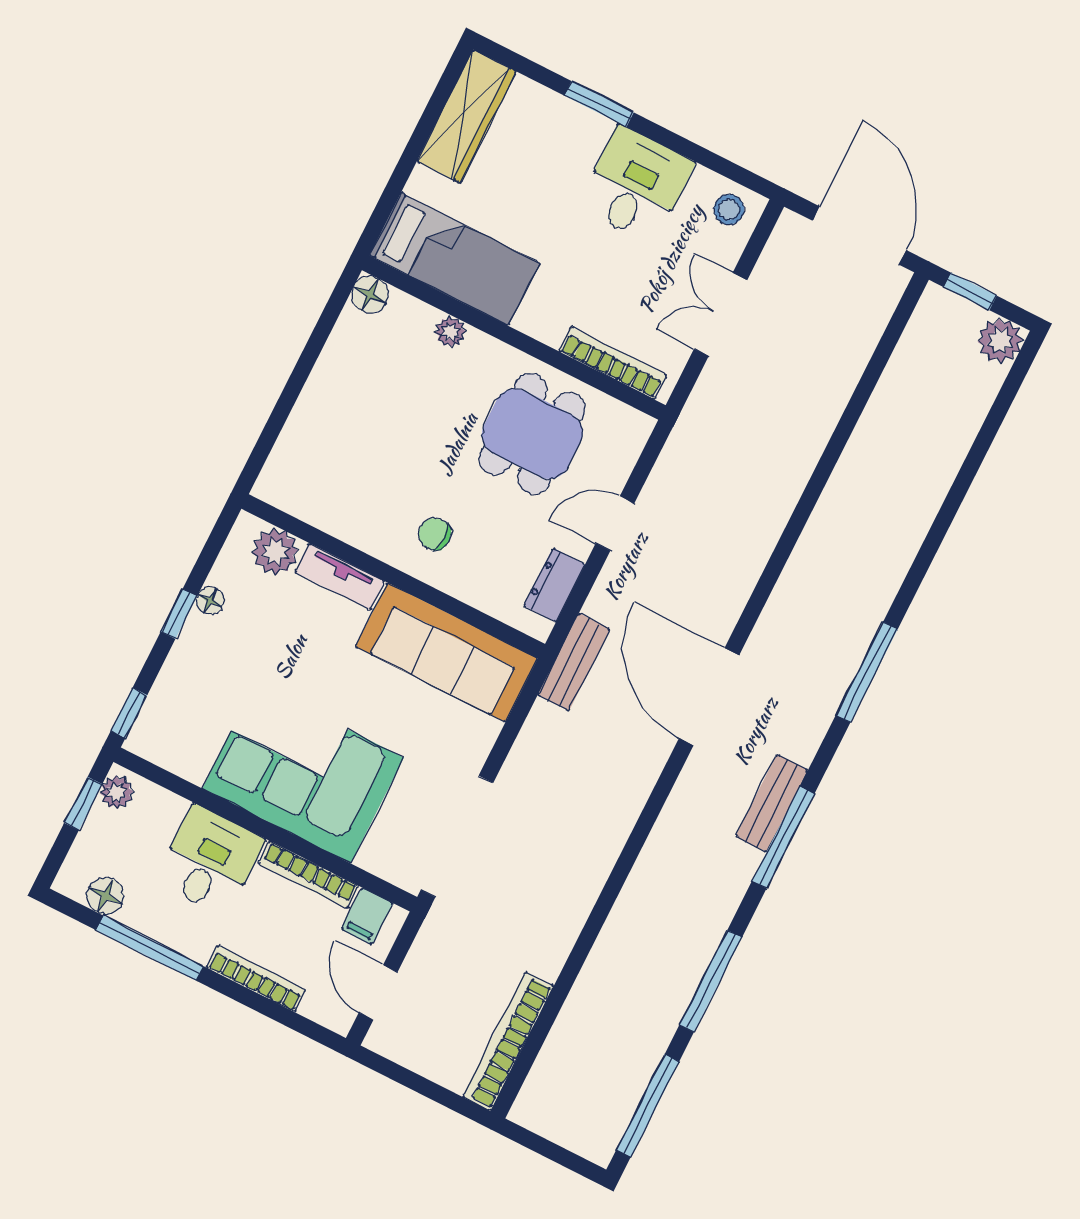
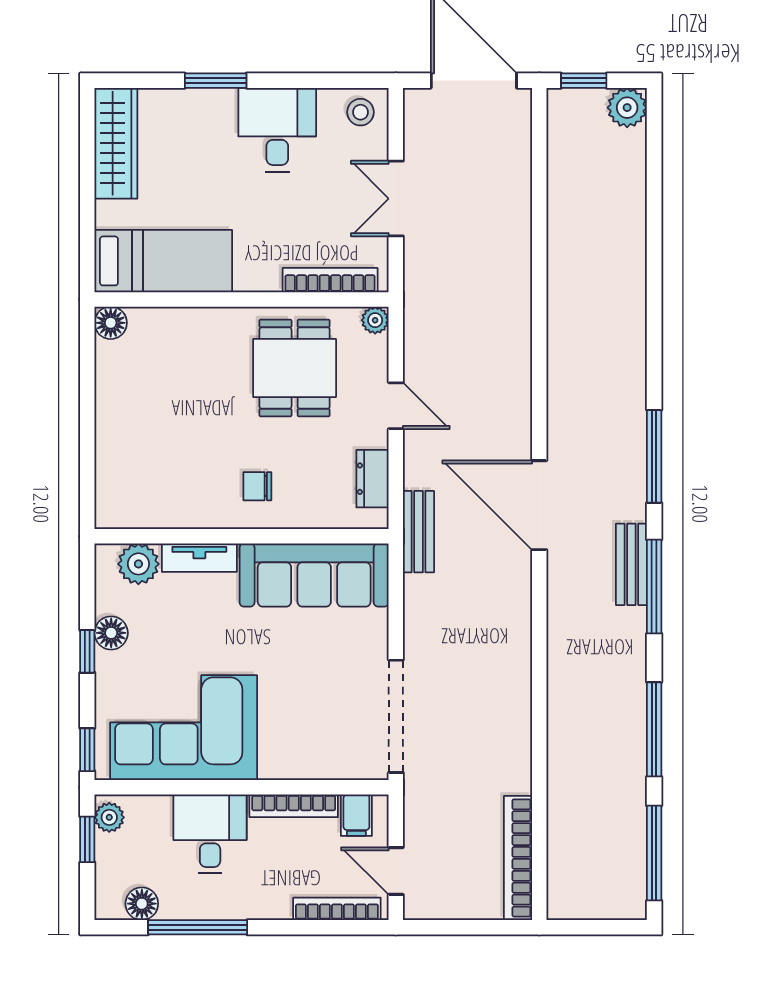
plant: (450, 332) -> (375, 320), moved
door: (615, 523) -> (396, 406), swing flipped
floor lamp: (210, 601) -> (111, 633), width x1.37, depth x1.37
window: (867, 672) -> (654, 456), moved
corner sofa: (303, 773) -> (184, 728), moved
bookcase: (256, 979) -> (337, 909), moved

